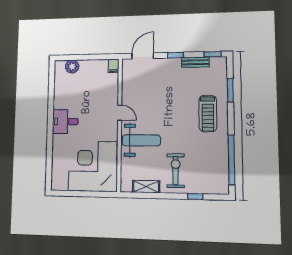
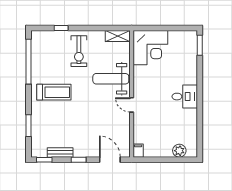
door: (143, 56) -> (110, 160), swing flipped
treadmill: (208, 114) -> (54, 92), moved, turned 90
corner desk: (93, 166) -> (150, 48), width x0.74, depth x0.74
window: (49, 175) -> (200, 45), added
shelving: (146, 187) -> (118, 36), moved

